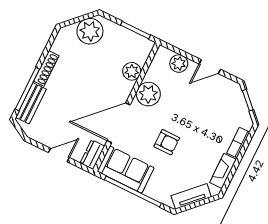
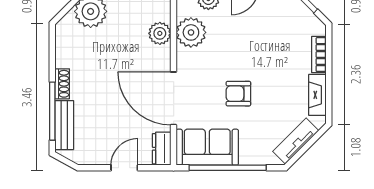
shoe rack: (46, 68) -> (62, 84), width x0.70
plant: (148, 94) -> (191, 32), moved
door: (119, 123) -> (174, 98), hinge flipped
armchair: (167, 142) -> (238, 94), turned 180

